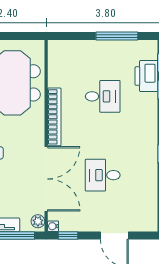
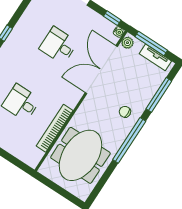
bookcase: (54, 117) -> (55, 128), moved
desk: (103, 175) -> (59, 46), turned 180

